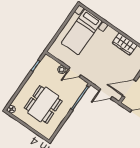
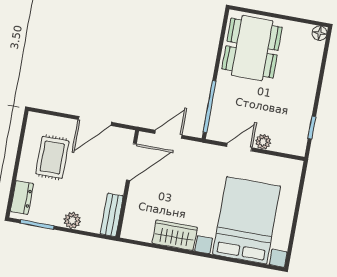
bed with nightstands: (82, 32) -> (247, 220), width x1.36
dining table: (43, 104) -> (252, 48), moved

